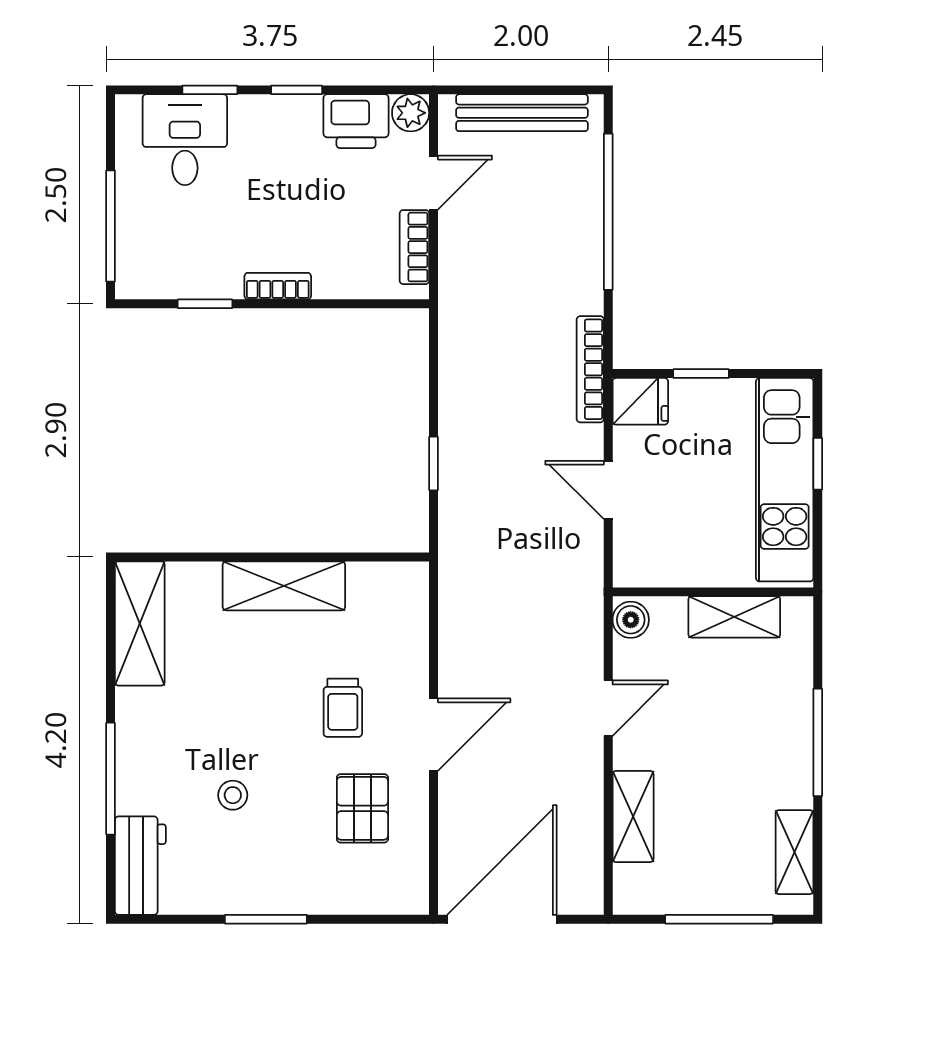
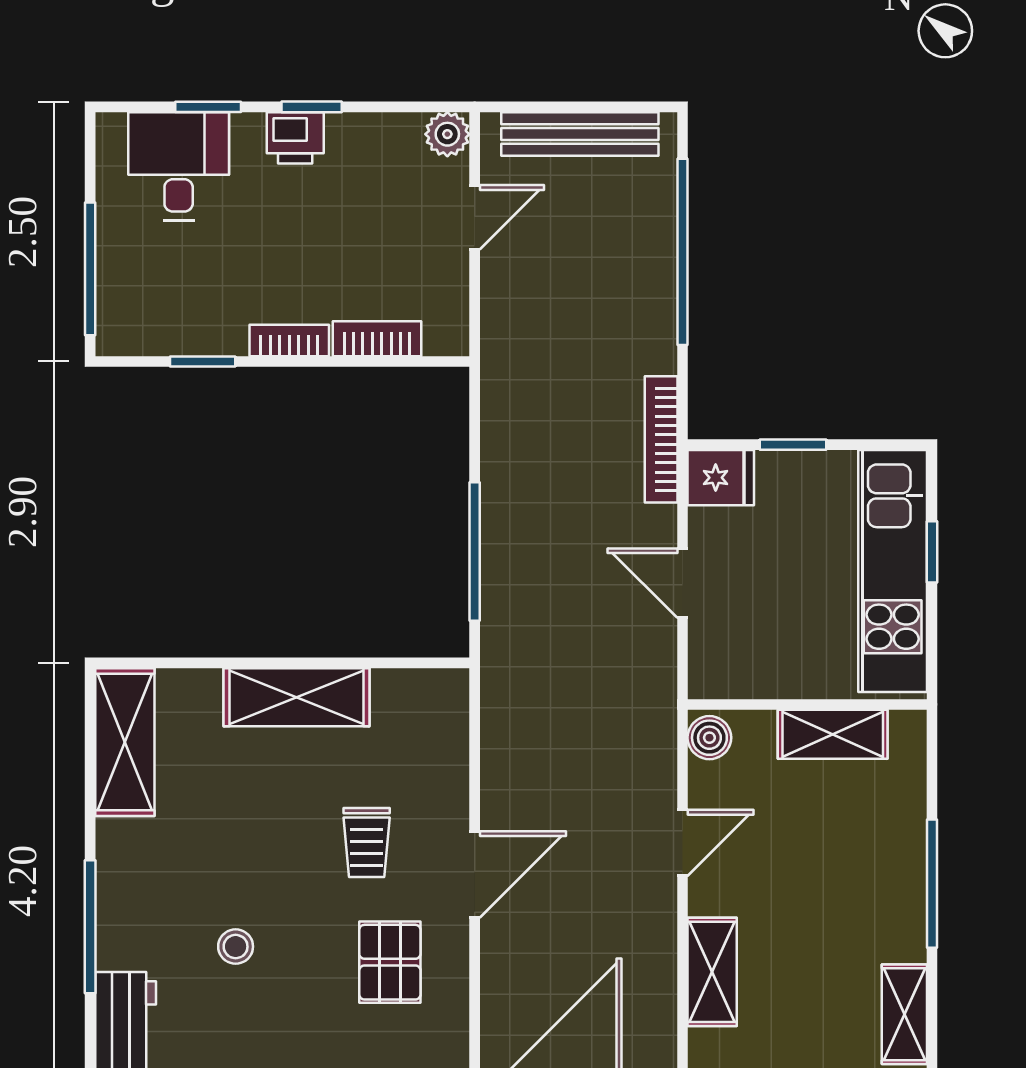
printer: (356, 121) -> (295, 138), moved, width x0.73, depth x0.81
bookcase: (414, 247) -> (377, 339), moved, turned 90
window: (434, 463) -> (475, 552), width x2.17

